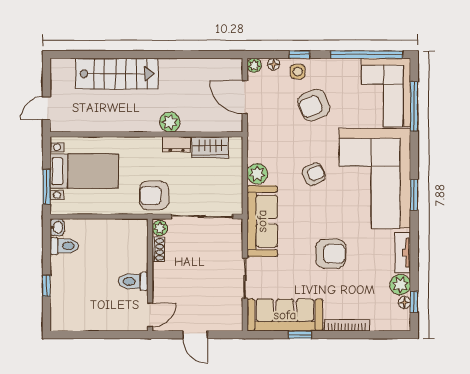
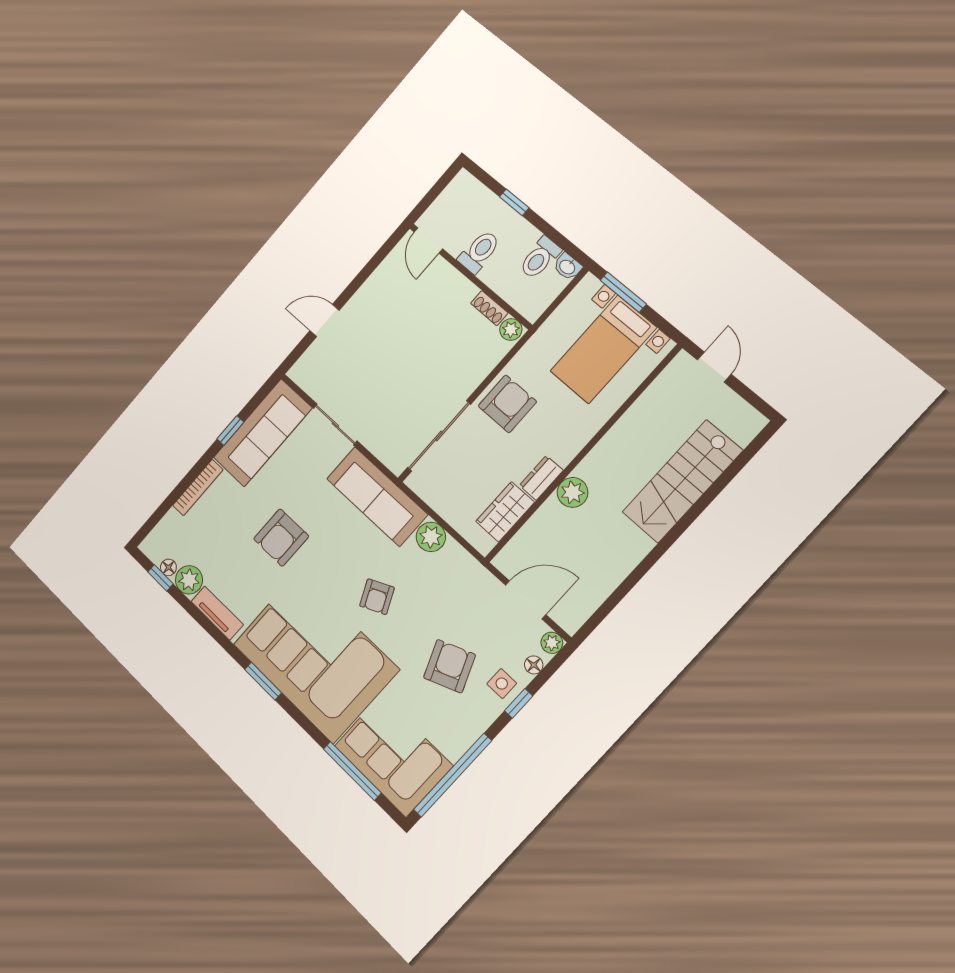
plant: (160, 228) -> (511, 330), moved
shoe rack: (158, 249) -> (489, 308), moved
wall: (150, 275) -> (470, 276), moved
toilet: (133, 281) -> (479, 252), moved
door: (150, 315) -> (428, 240), moved

